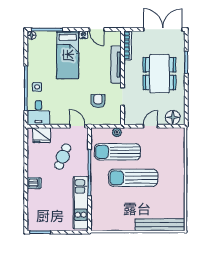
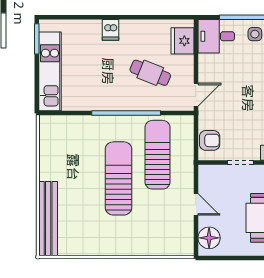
armchair: (98, 101) -> (210, 140), moved
plant: (117, 132) -> (187, 154), removed
kitchen unit: (81, 203) -> (50, 71), moved, turned 90

